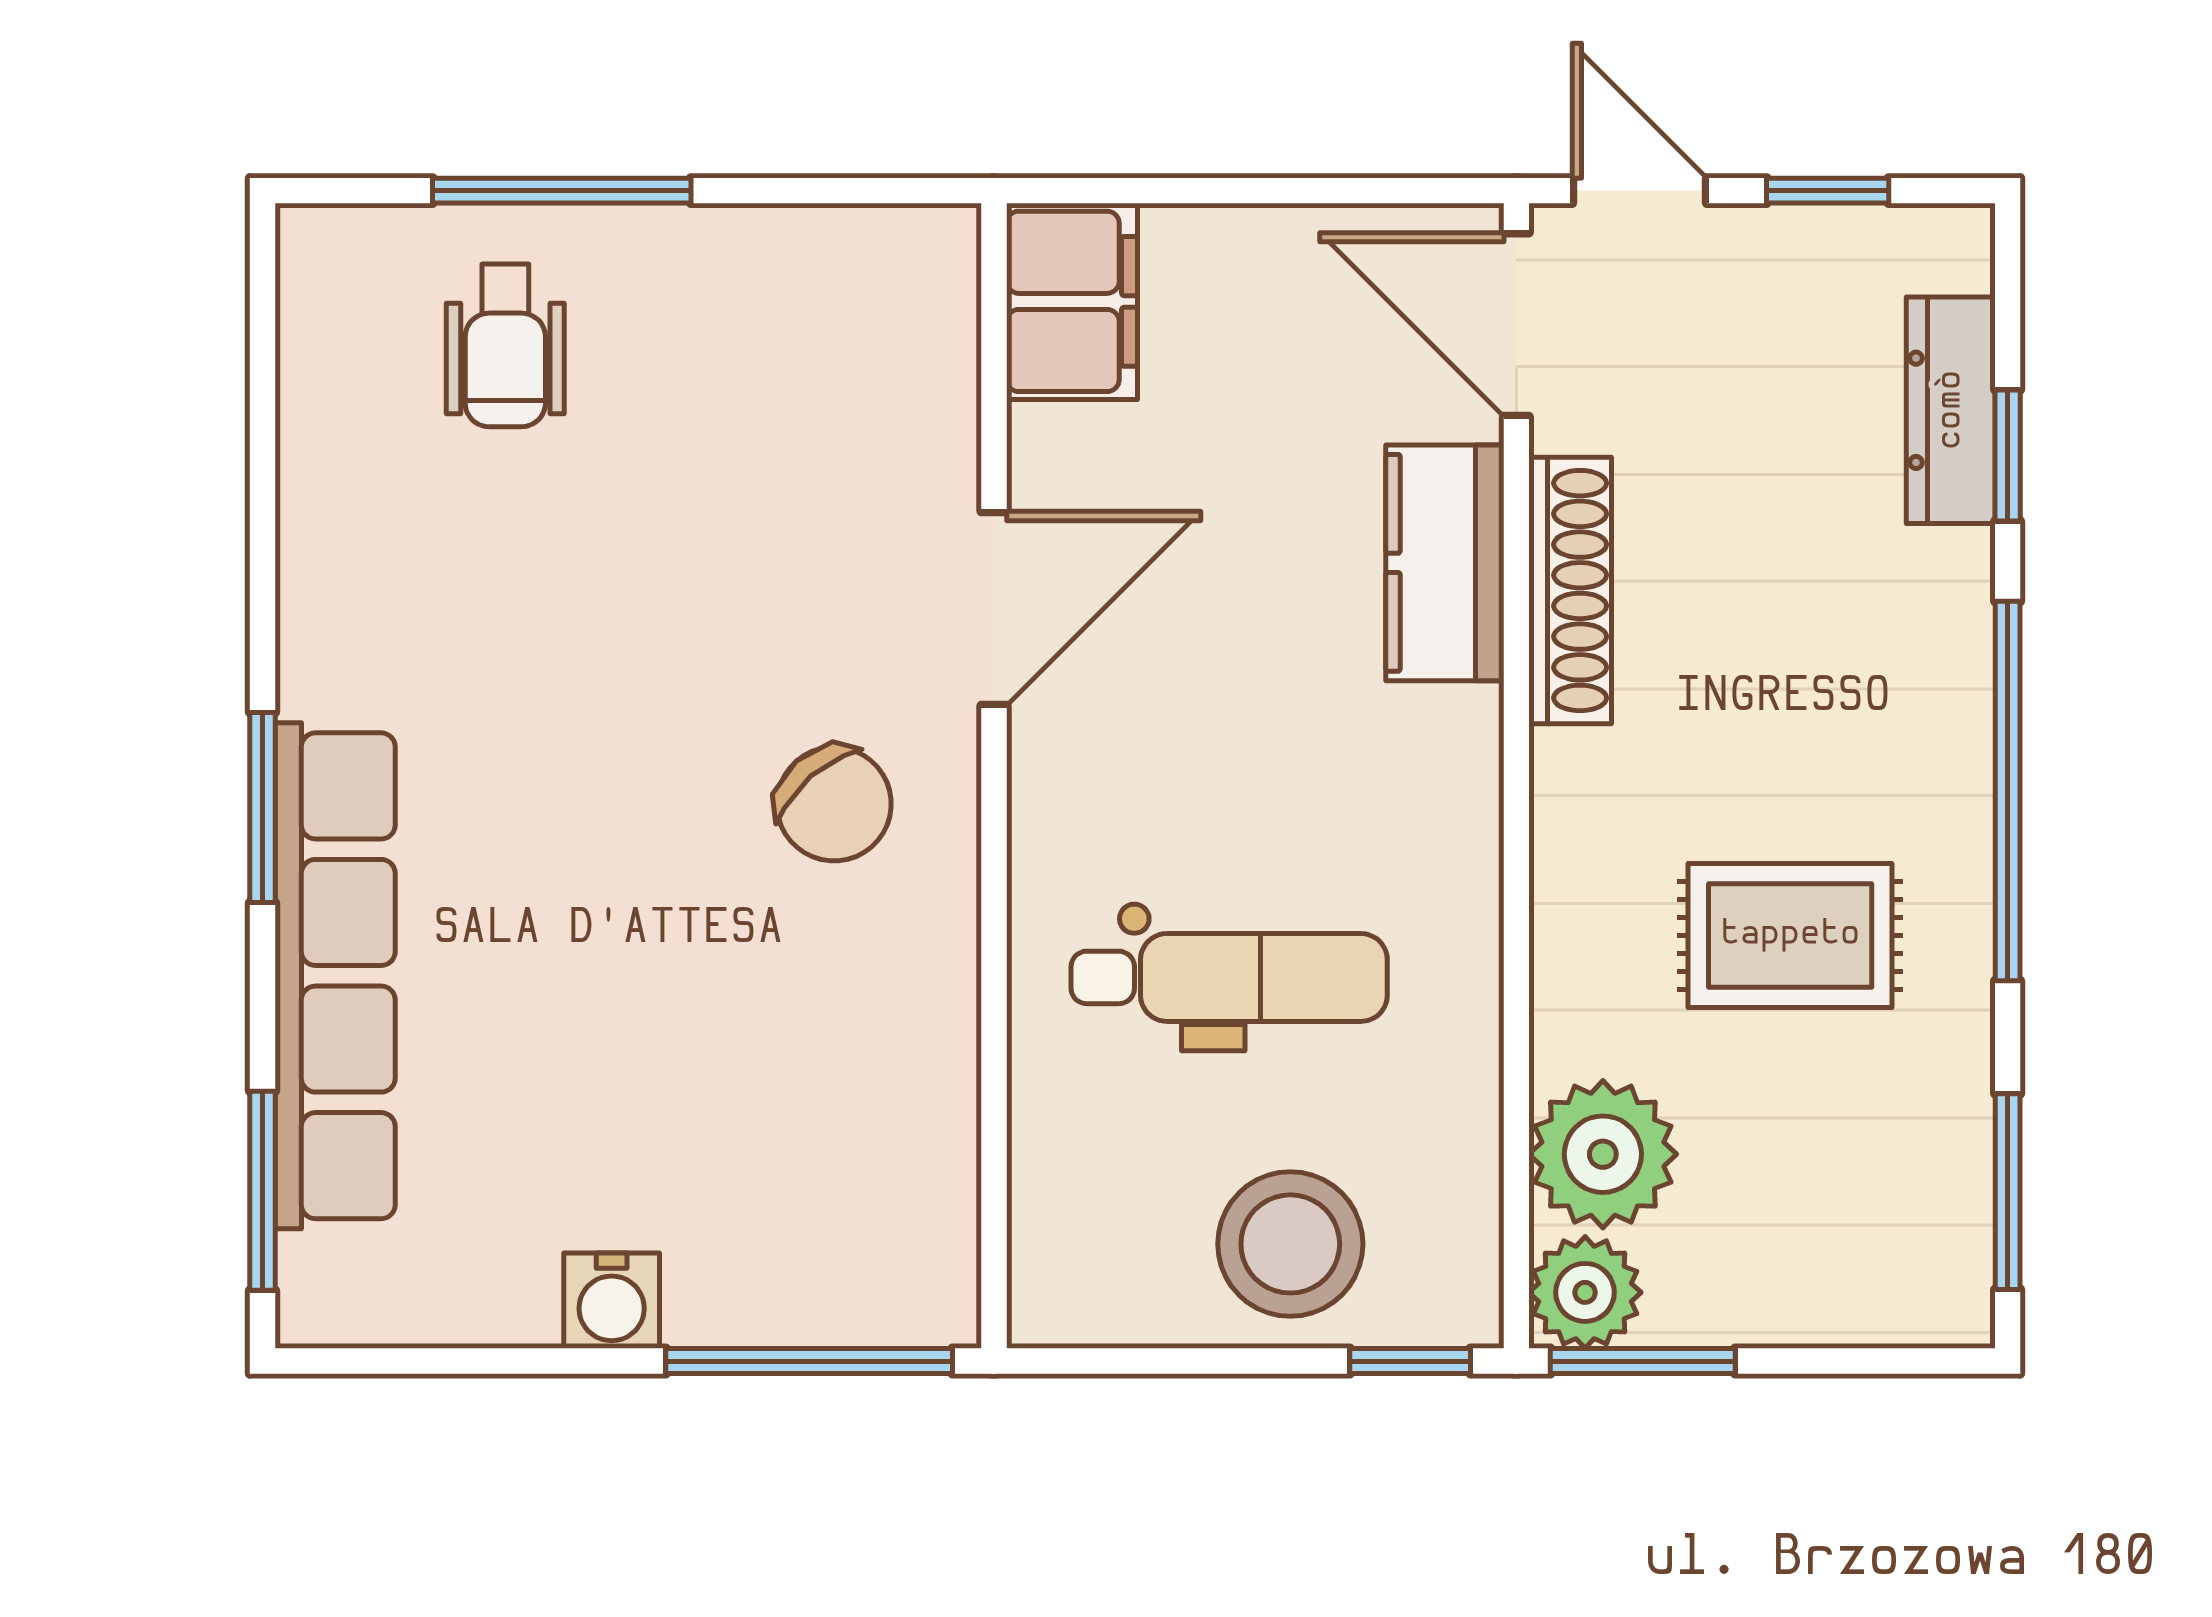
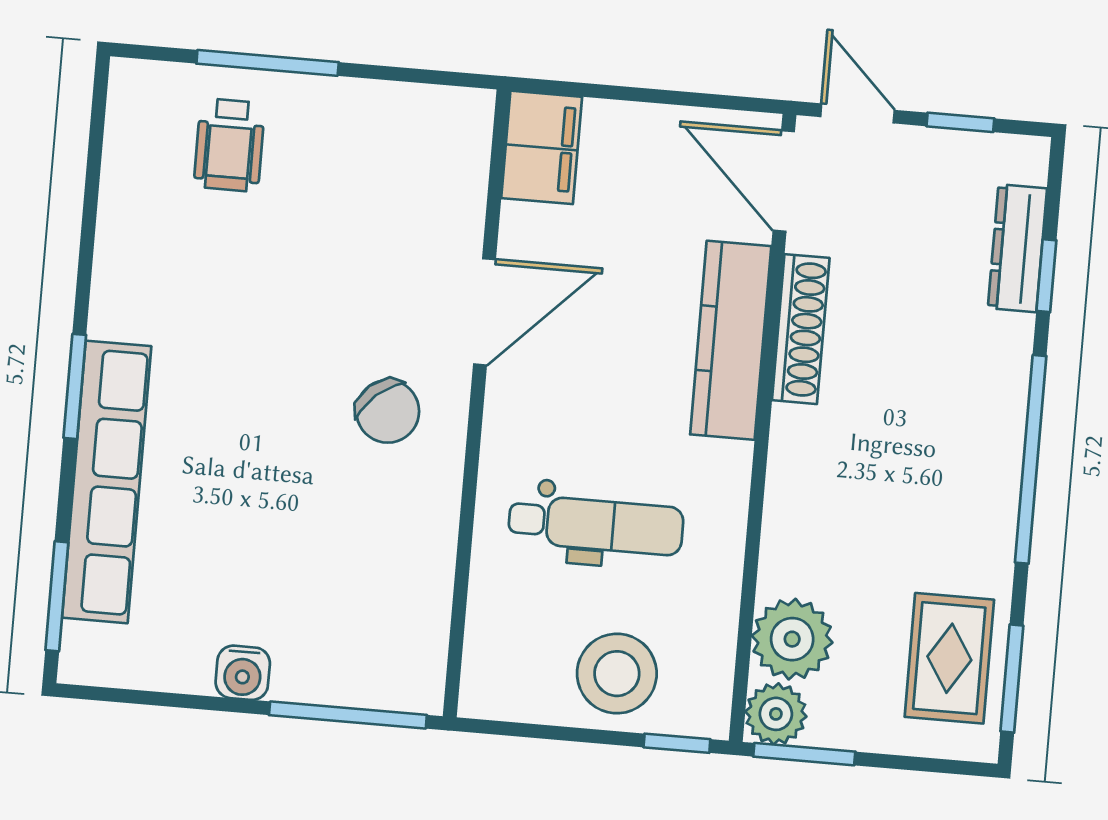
kitchen counter: (1445, 563) -> (731, 340), width x1.50
rug: (1790, 935) -> (949, 658), moved, turned 90

